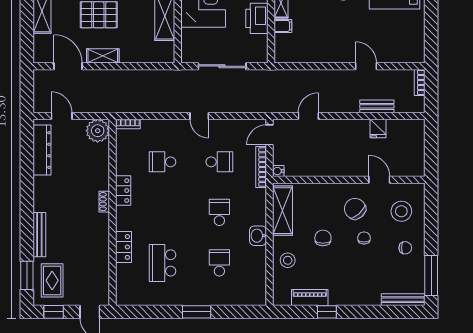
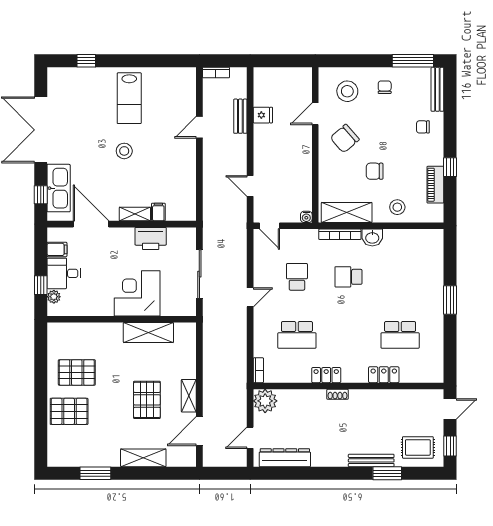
school desk: (162, 162) -> (297, 335), width x1.85
bookcase: (261, 167) -> (340, 234), moved
chair: (364, 238) -> (423, 127), moved
school desk: (219, 263) -> (400, 277), removed
window: (27, 275) -> (387, 473), moved

